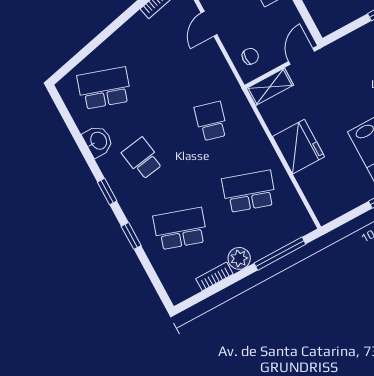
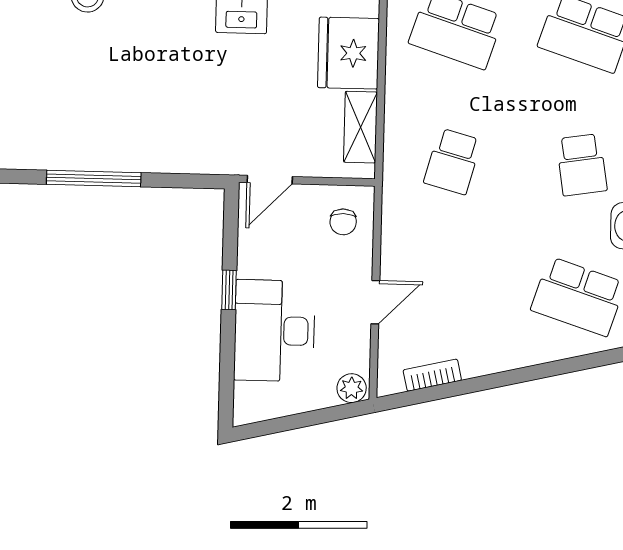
chair: (250, 56) -> (343, 222), turned -90
shelving: (270, 87) -> (361, 127), moved, turned 90

